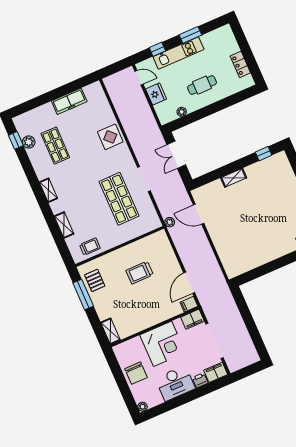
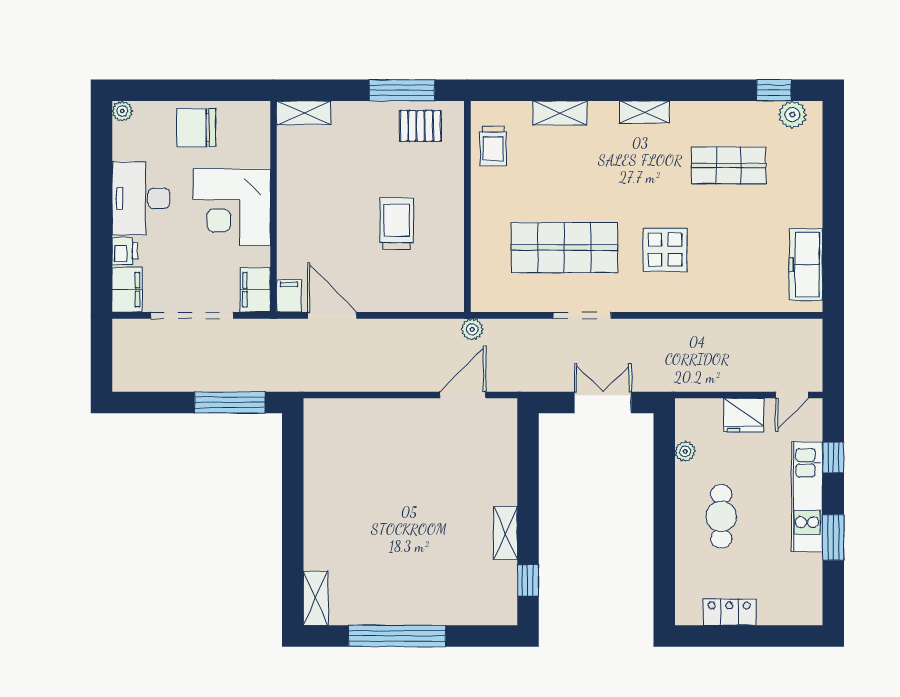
freezer: (69, 101) -> (806, 265), moved
display table: (110, 137) -> (665, 250), moved
plant: (29, 142) -> (792, 115), moved
shelving: (234, 178) -> (505, 533), moved
window: (244, 309) -> (230, 402), added

